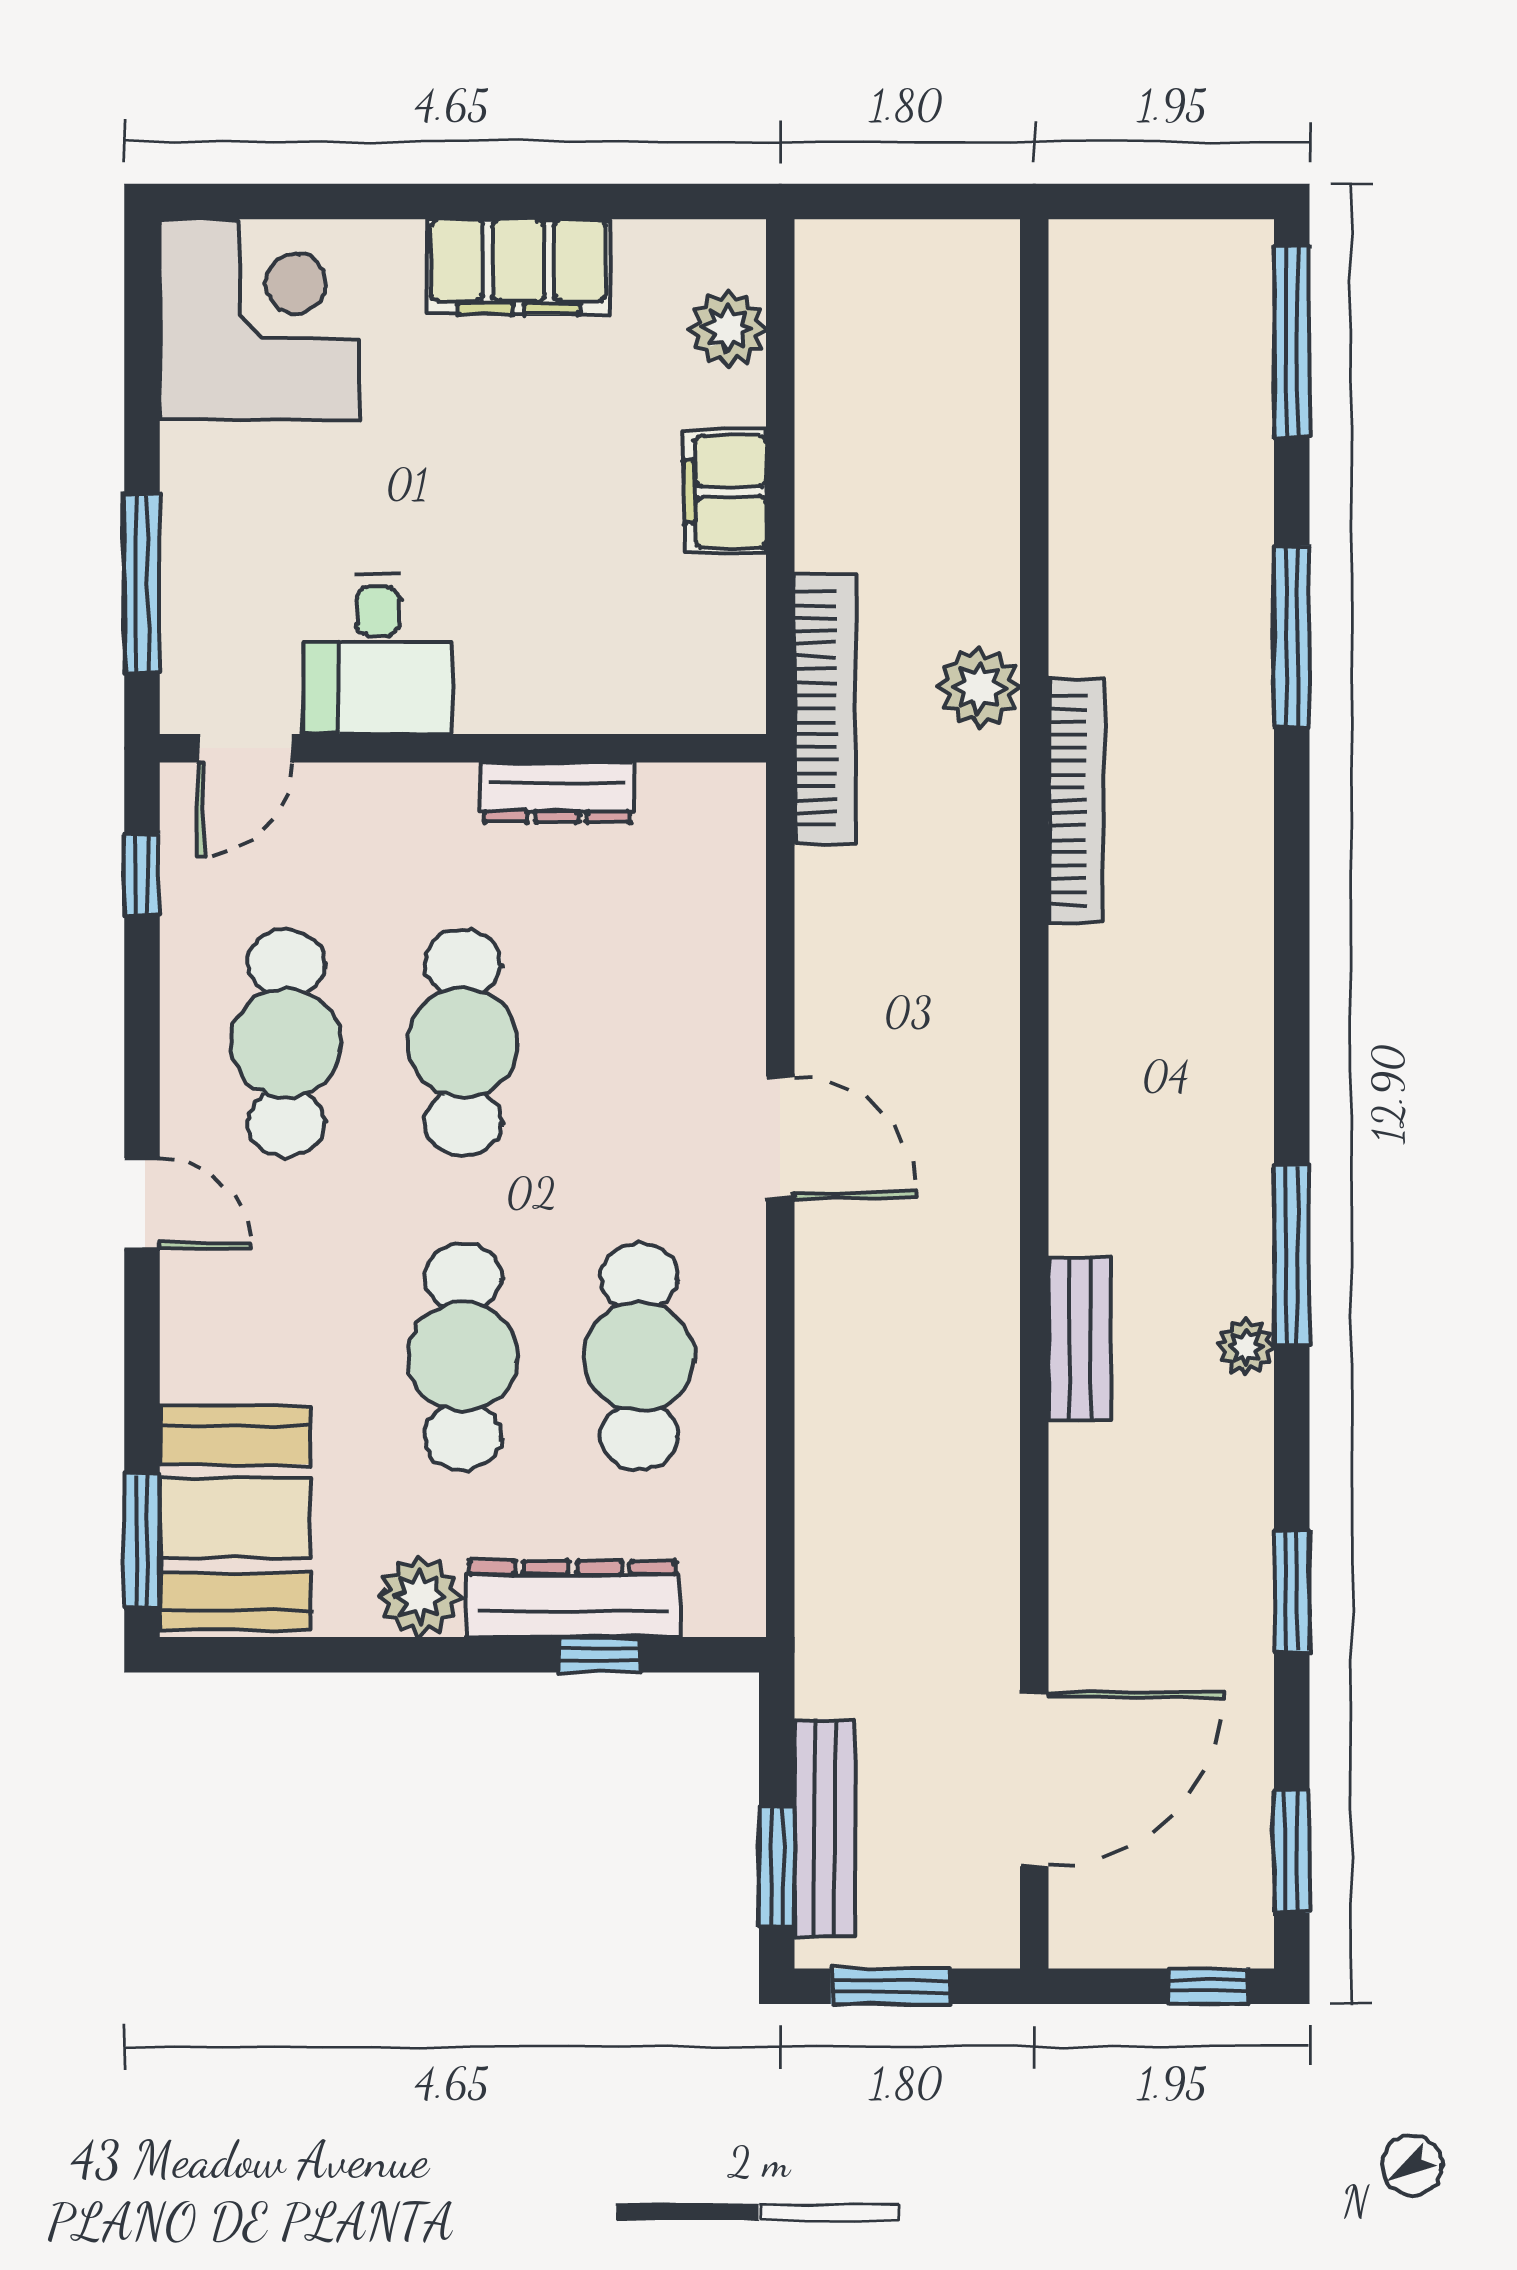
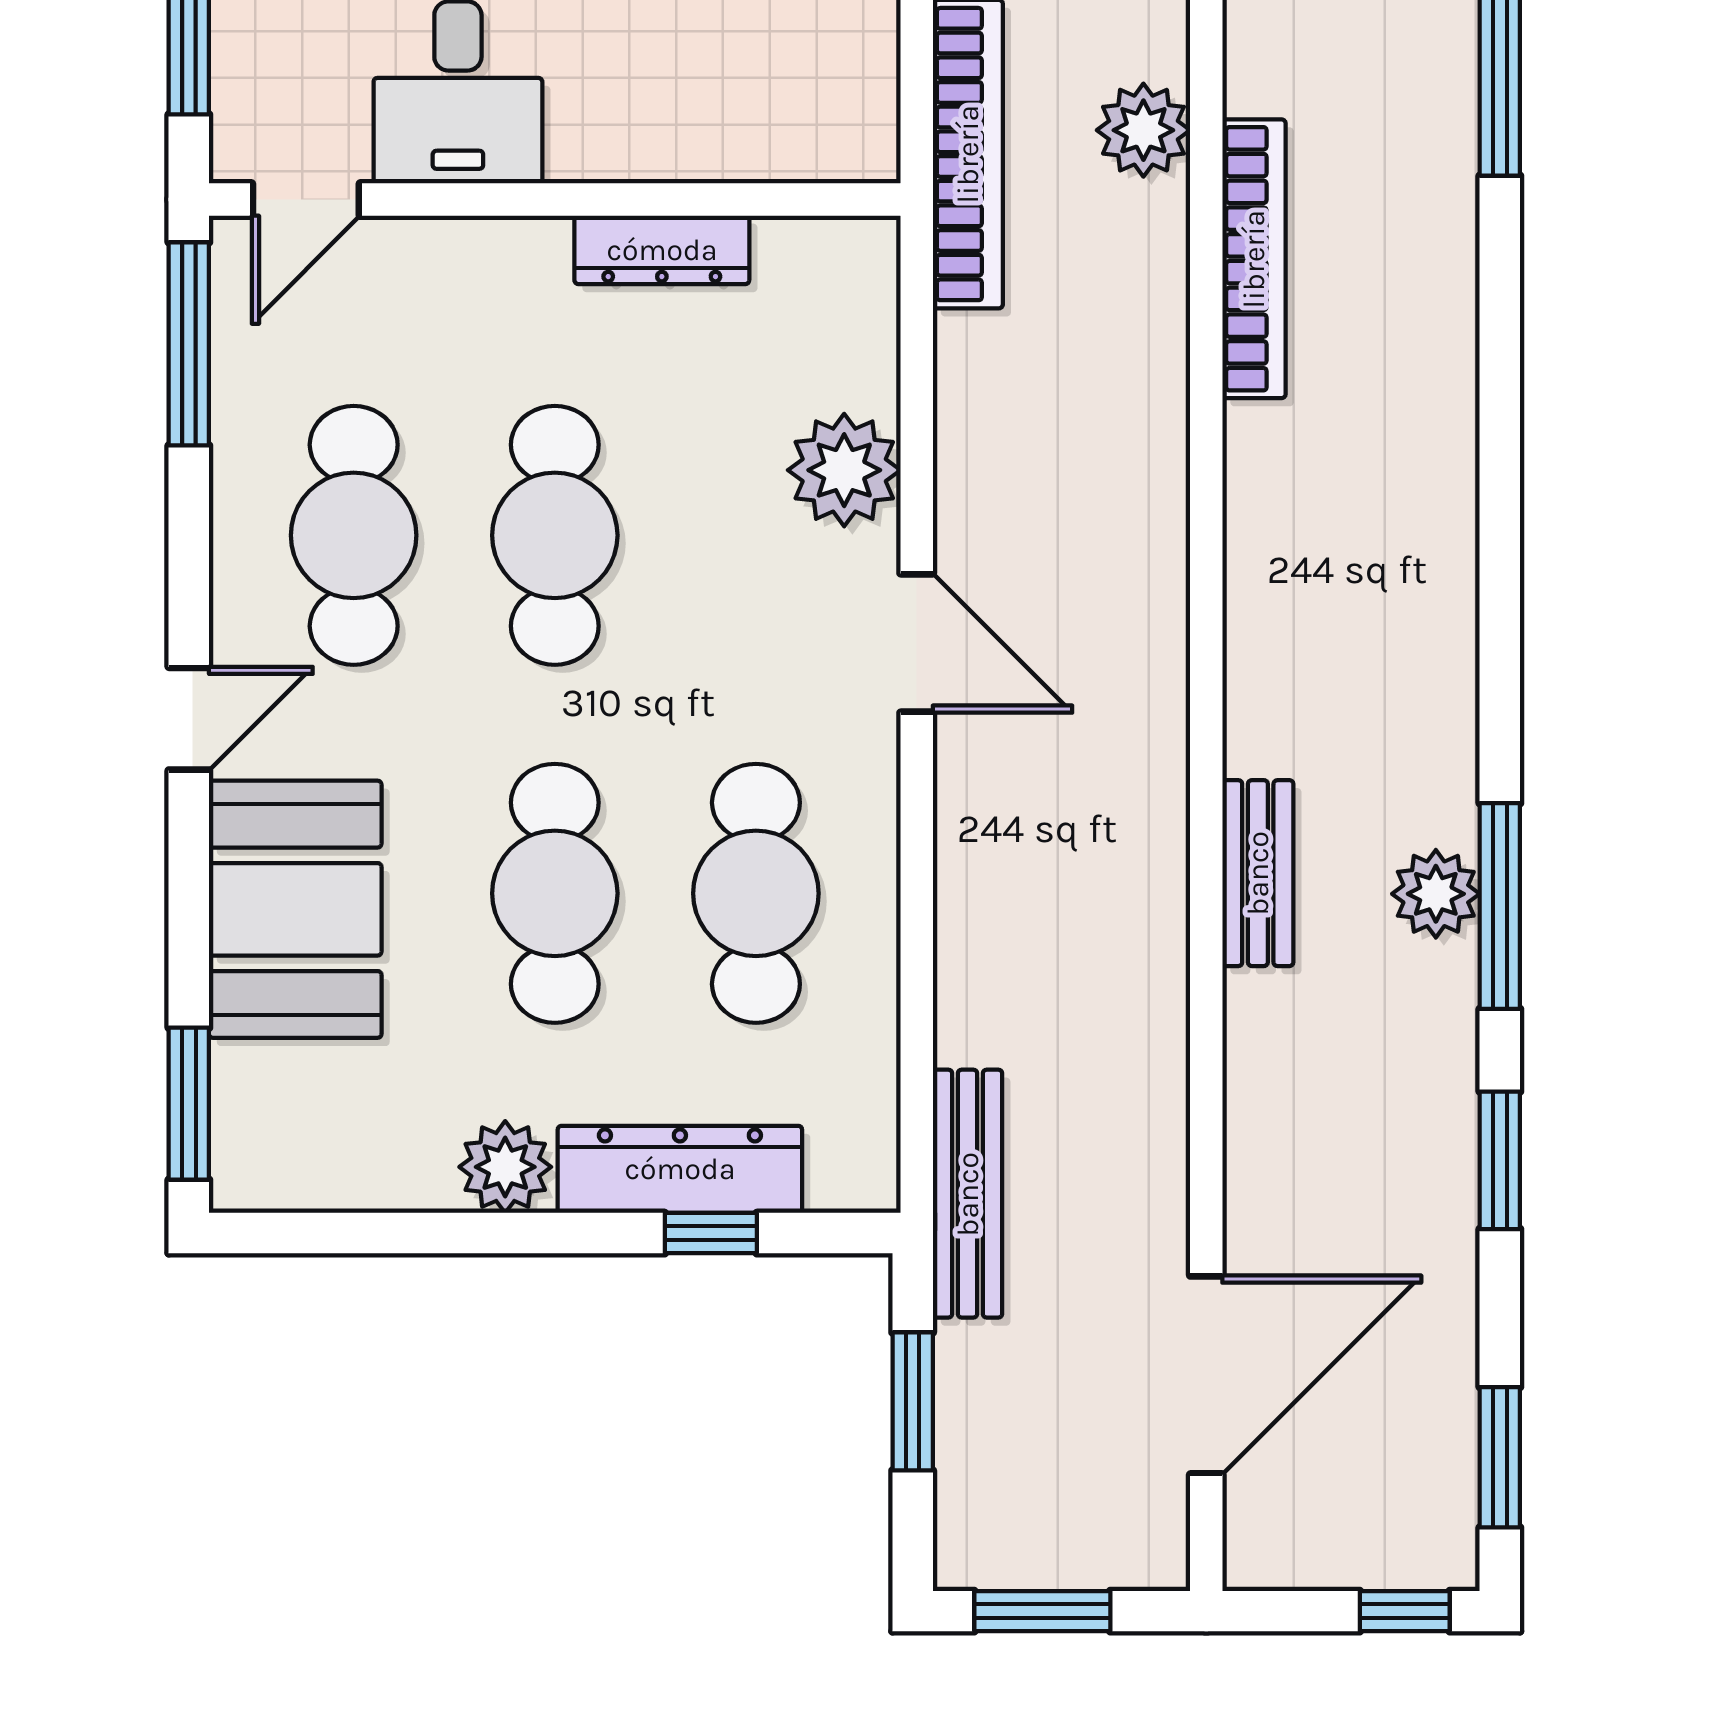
window: (142, 875) -> (189, 344), width x2.17
plant: (717, 986) -> (844, 470), added
door: (142, 1203) -> (189, 719), hinge flipped
window: (1292, 1256) -> (1500, 906), moved
plant: (1246, 1347) -> (1436, 894), width x1.38, depth x1.38
booth: (235, 1518) -> (295, 909), moved
bench: (825, 1828) -> (968, 1194), moved
window: (777, 1867) -> (913, 1401), moved

